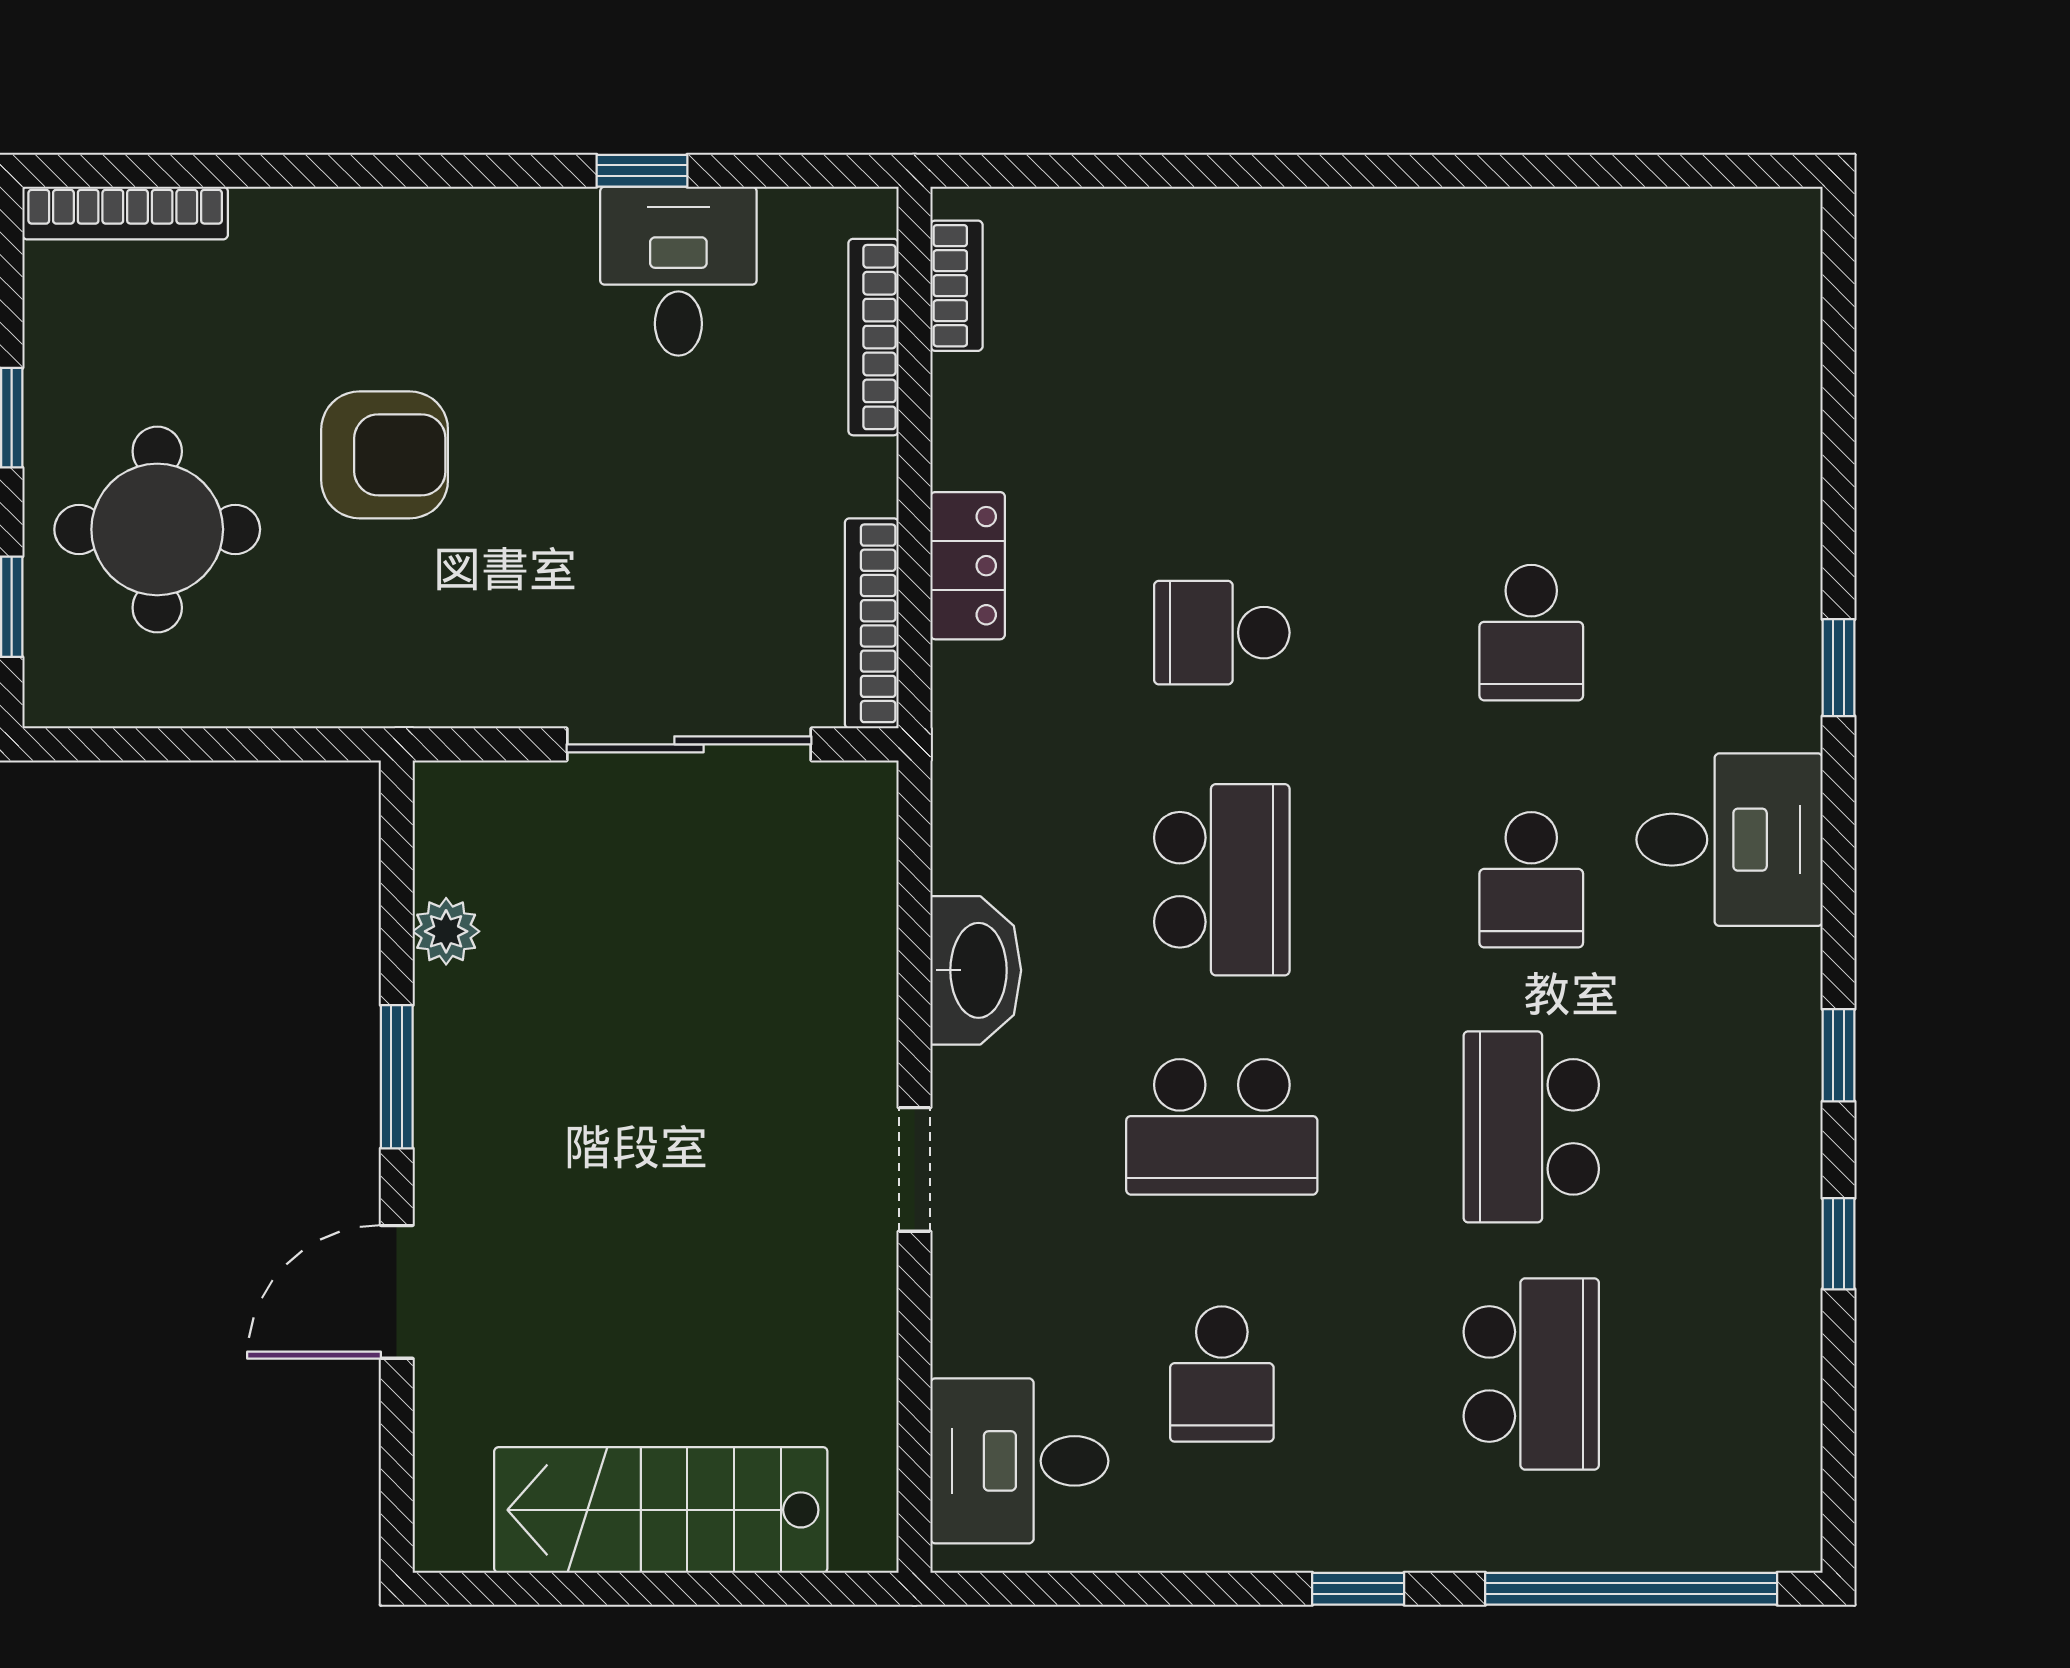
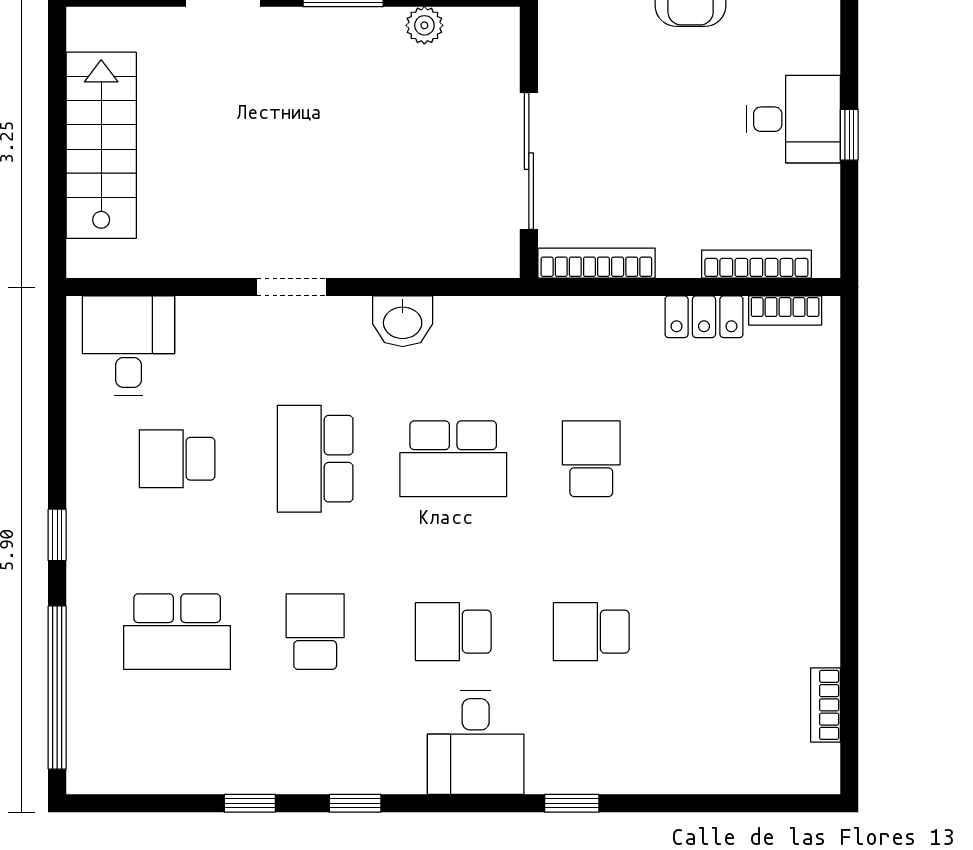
bookcase: (1662, 213) -> (826, 705), added
desk: (678, 271) -> (793, 119), moved
locker: (968, 566) -> (704, 317), moved
washbasin: (976, 970) -> (403, 321), width x0.72
school desk: (1531, 1127) -> (315, 632), width x0.54

